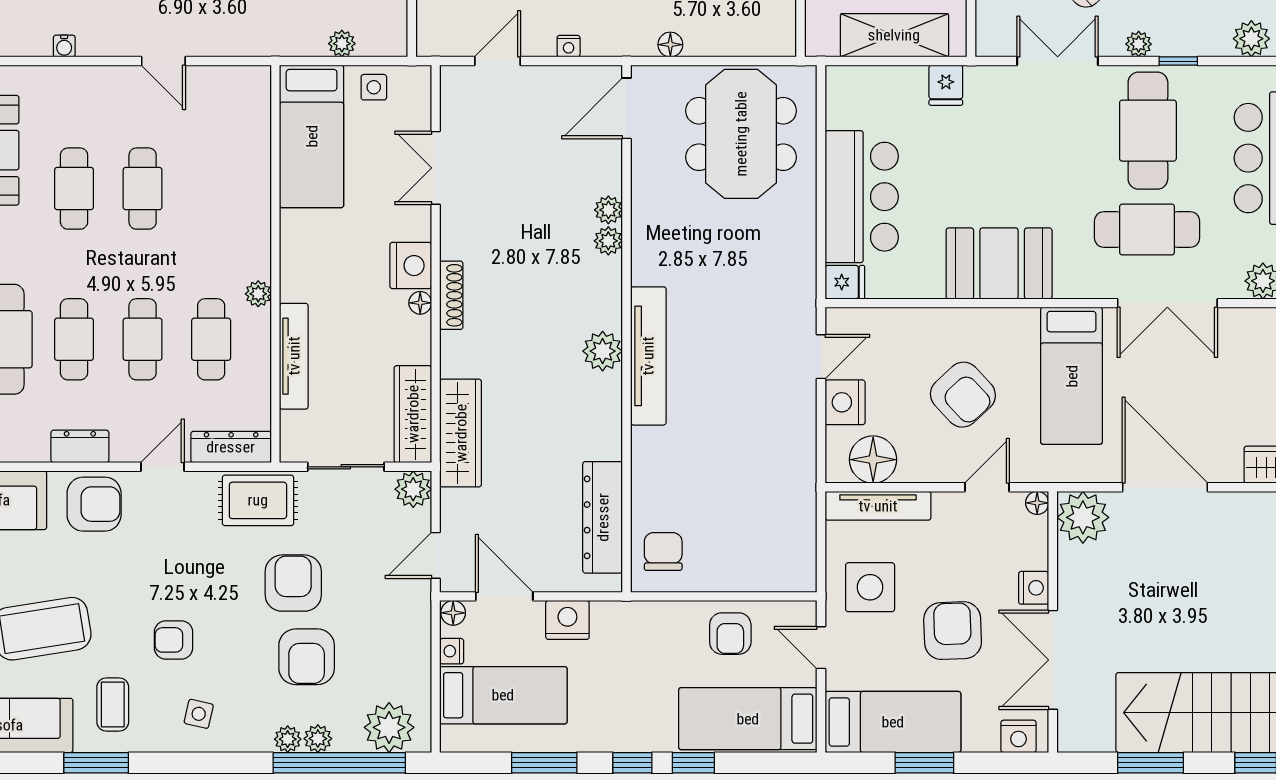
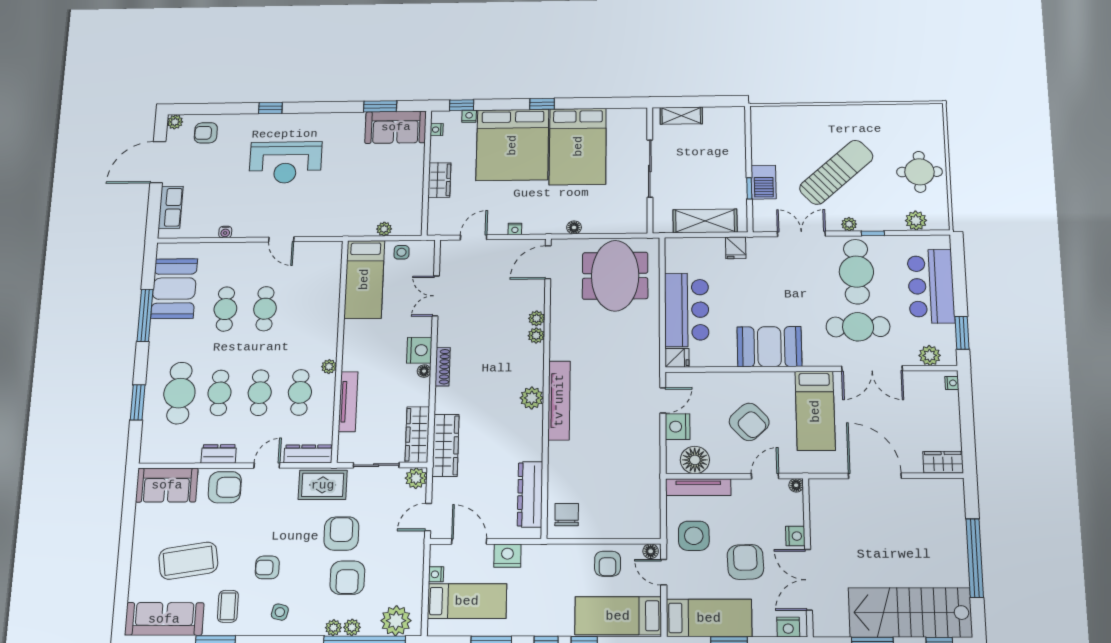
plant: (1083, 517) -> (825, 494), removed
floor lamp: (453, 613) -> (651, 551), moved

